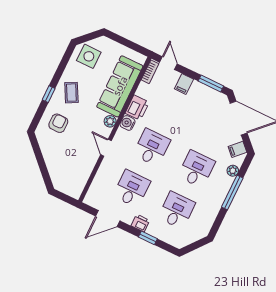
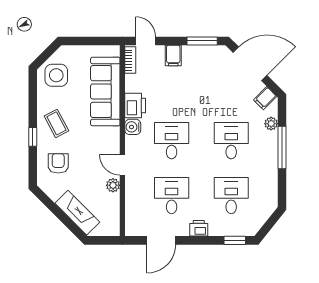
plant: (110, 121) -> (113, 185), moved
fireplace: (55, 167) -> (77, 213), added
window: (148, 238) -> (235, 240), moved

